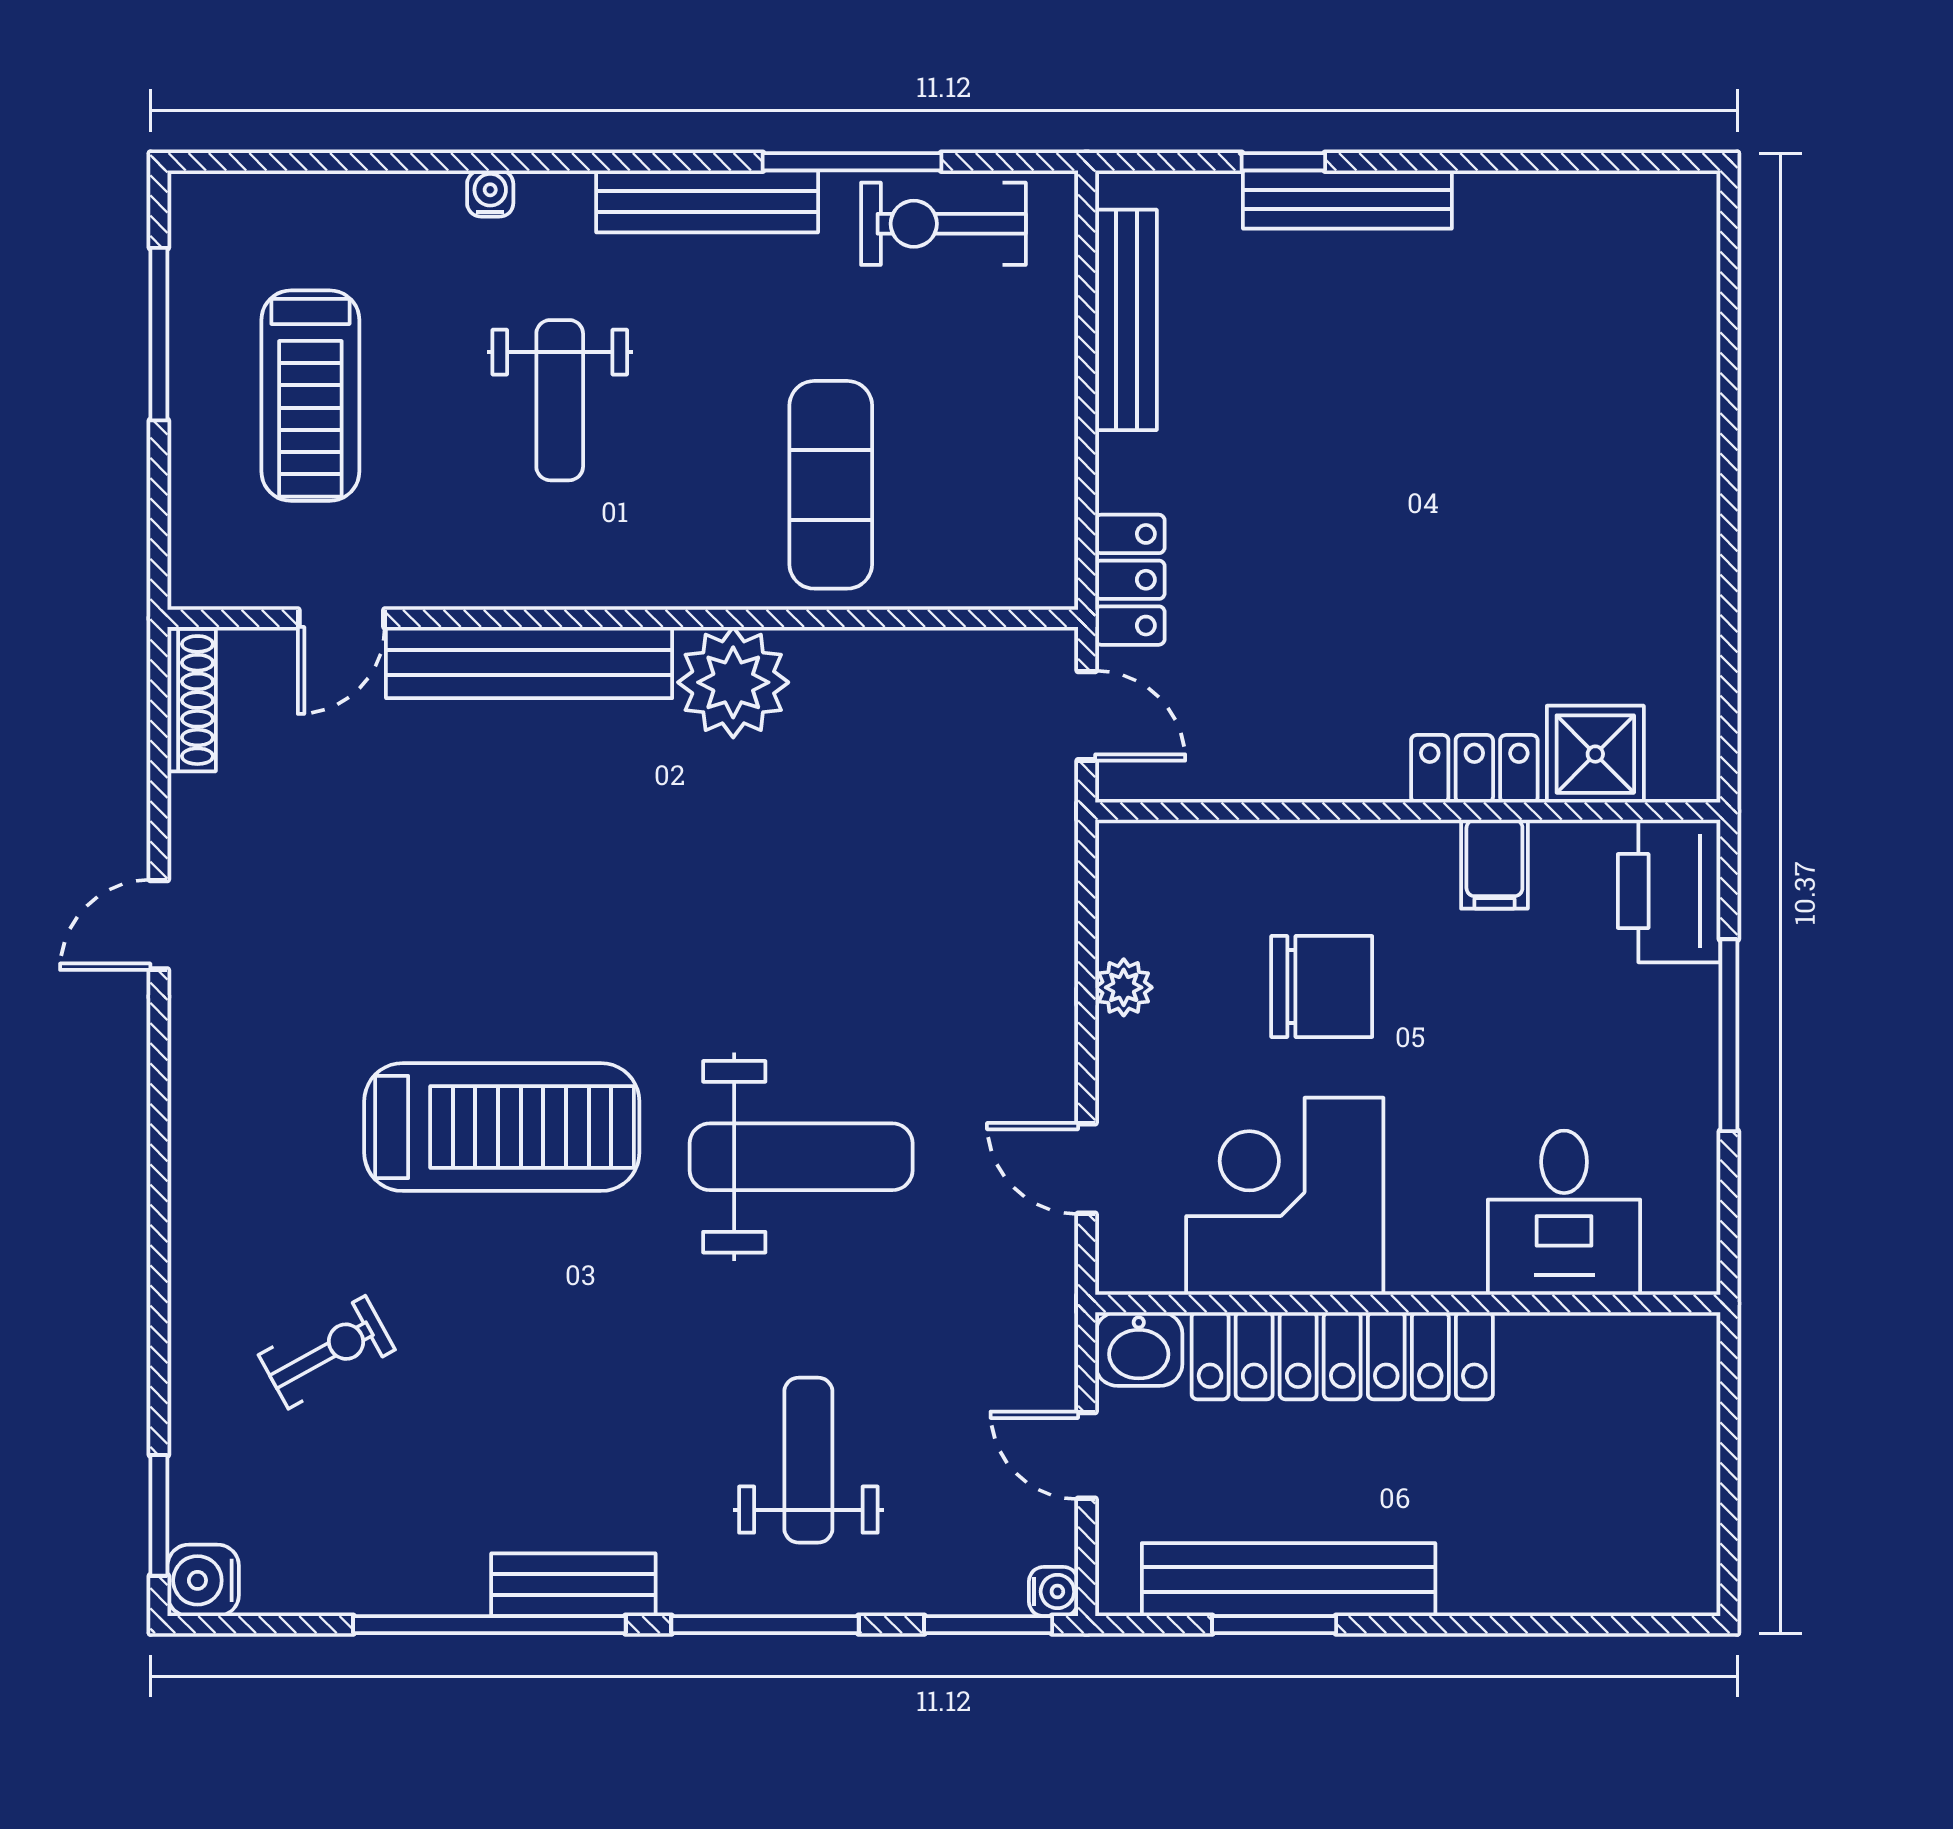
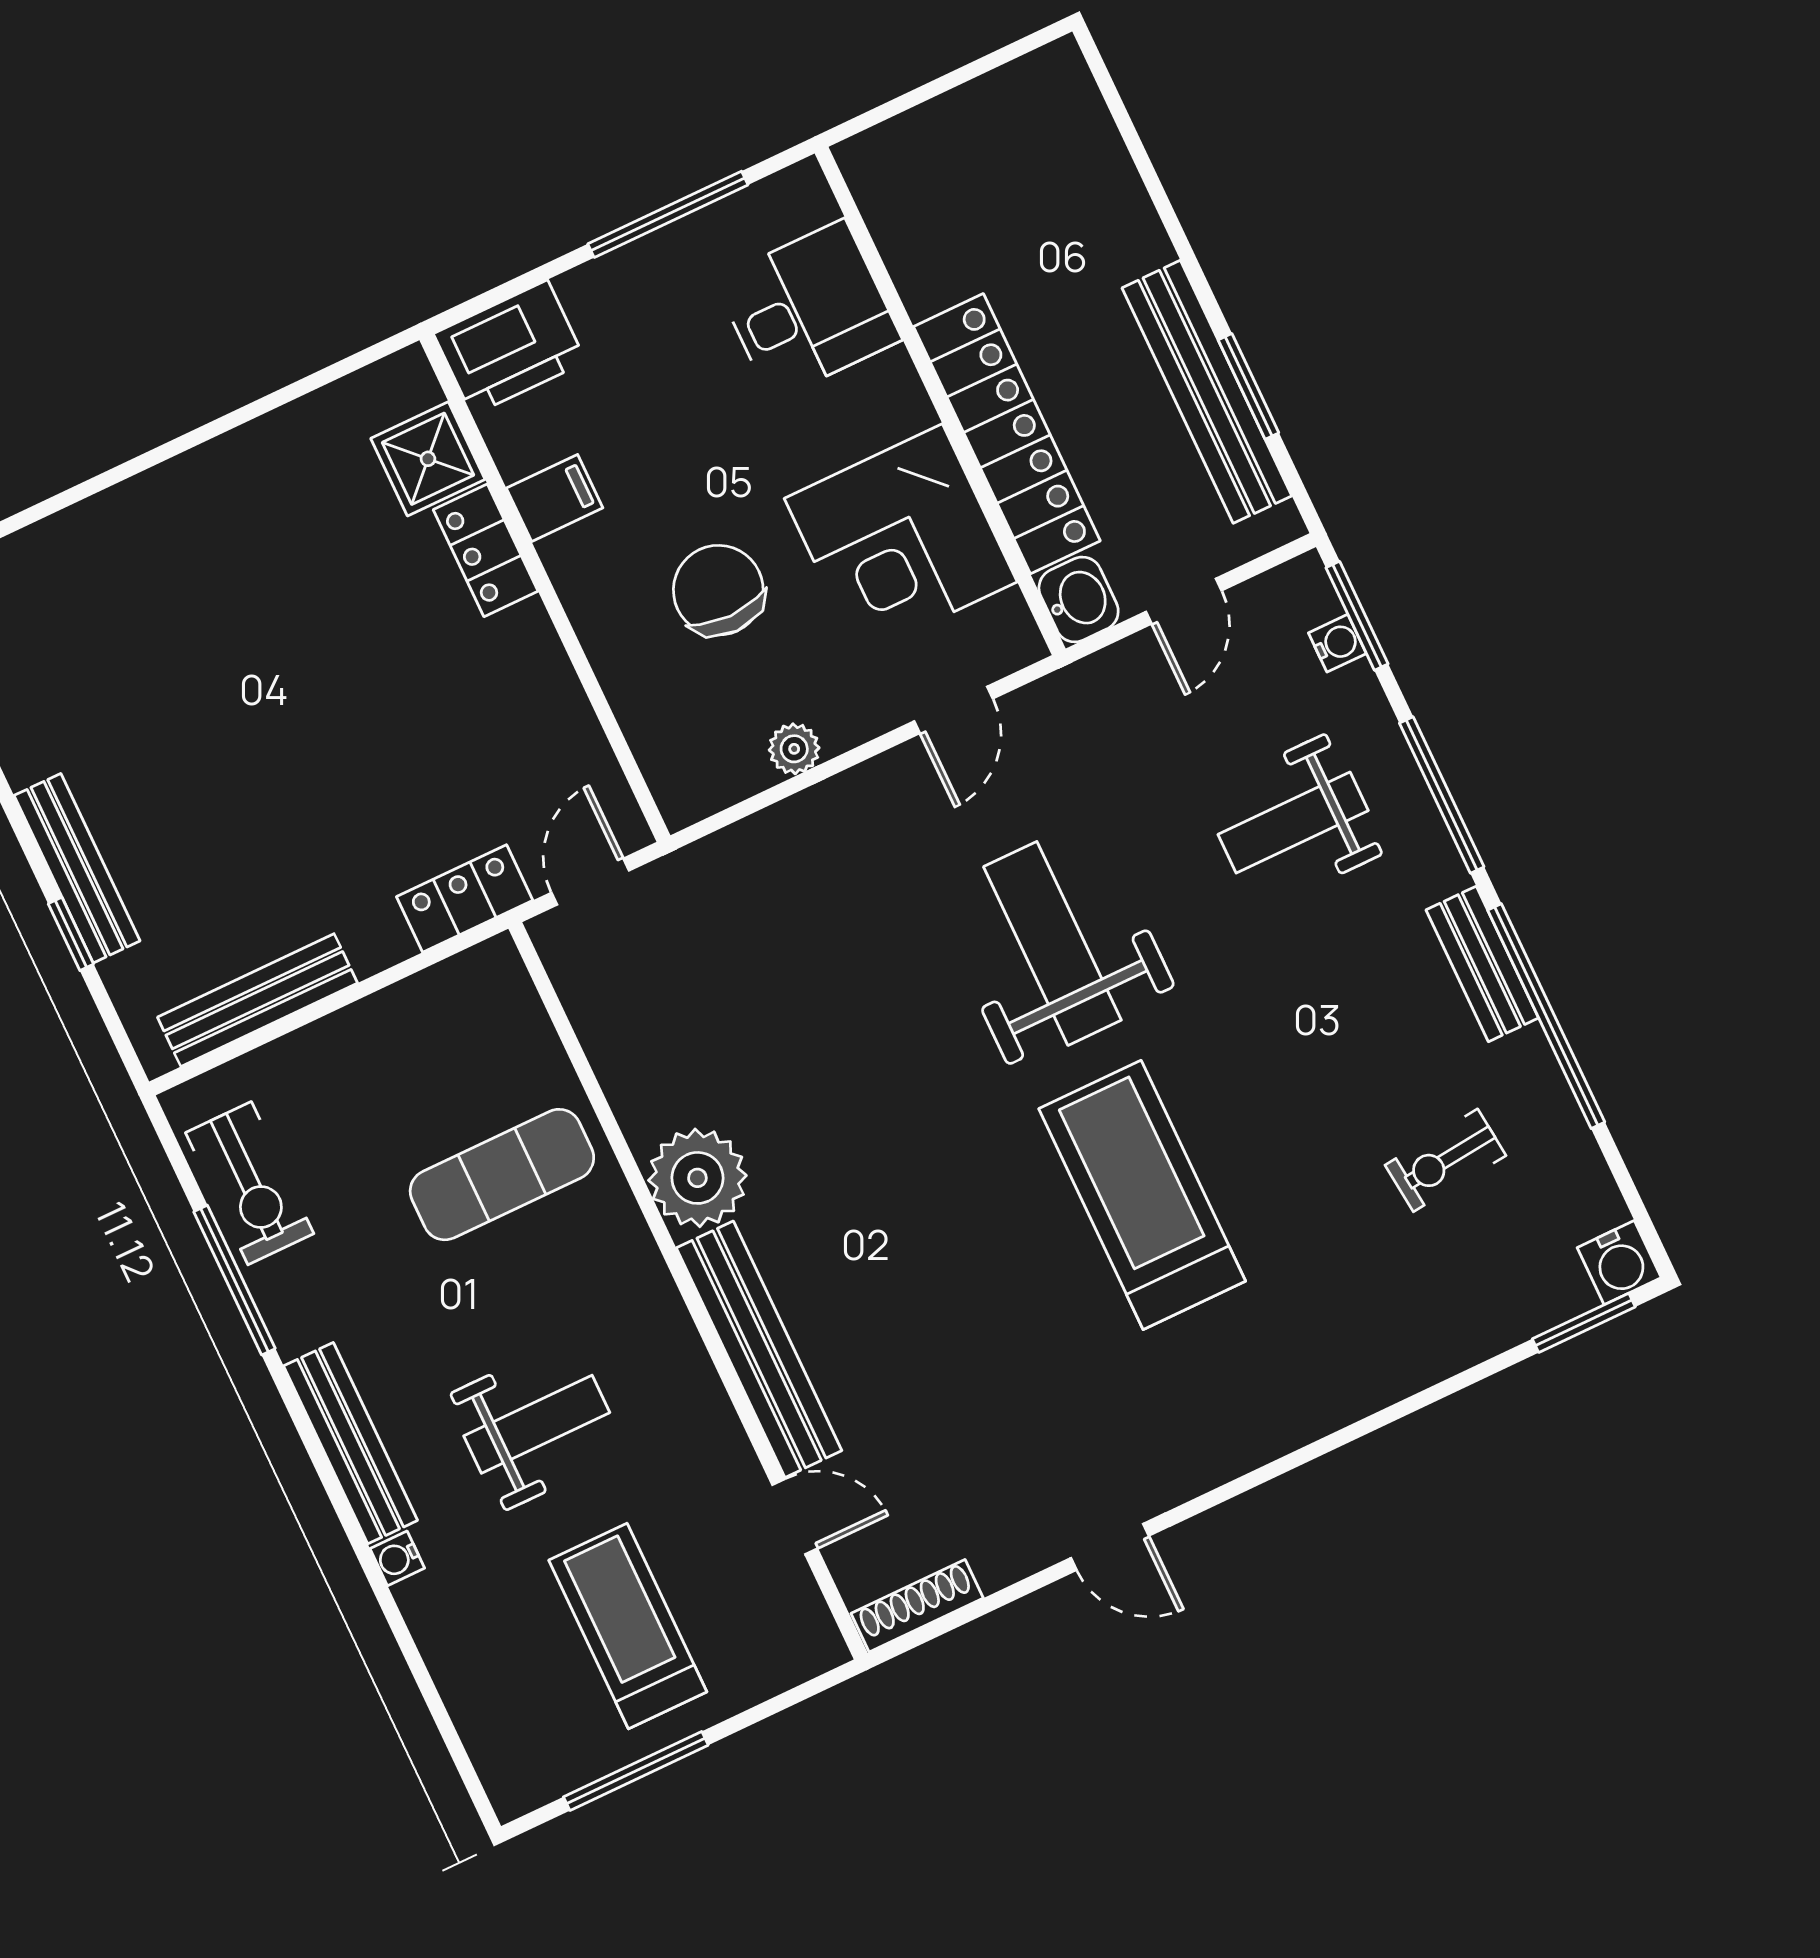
bench: (707, 201) -> (351, 1443), moved
treadmill: (310, 396) -> (628, 1626), turned -90
window: (1729, 1035) -> (668, 214), moved
exercise bike: (327, 1352) -> (1445, 1160), moved, turned -67
water cooler: (1053, 1592) -> (1337, 643), moved, turned 90

